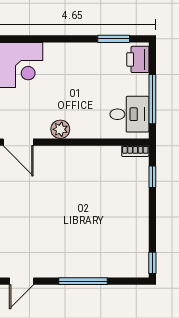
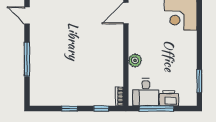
printer: (138, 59) -> (169, 98), moved
plant: (60, 129) -> (135, 60), moved
window: (152, 263) -> (70, 109), moved

